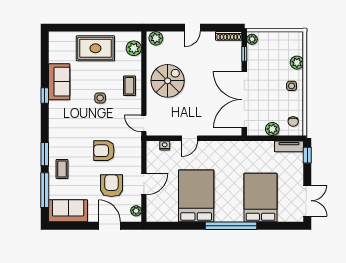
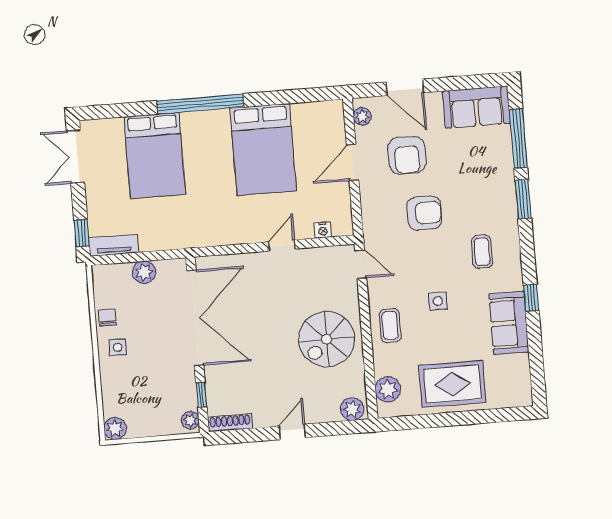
plant: (297, 63) -> (115, 428), moved
chair: (293, 121) -> (107, 317), moved
coffee table: (62, 169) -> (482, 252), moved

